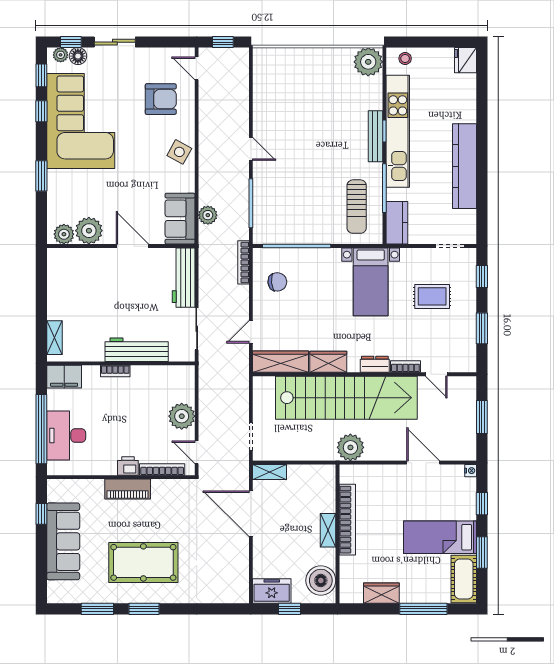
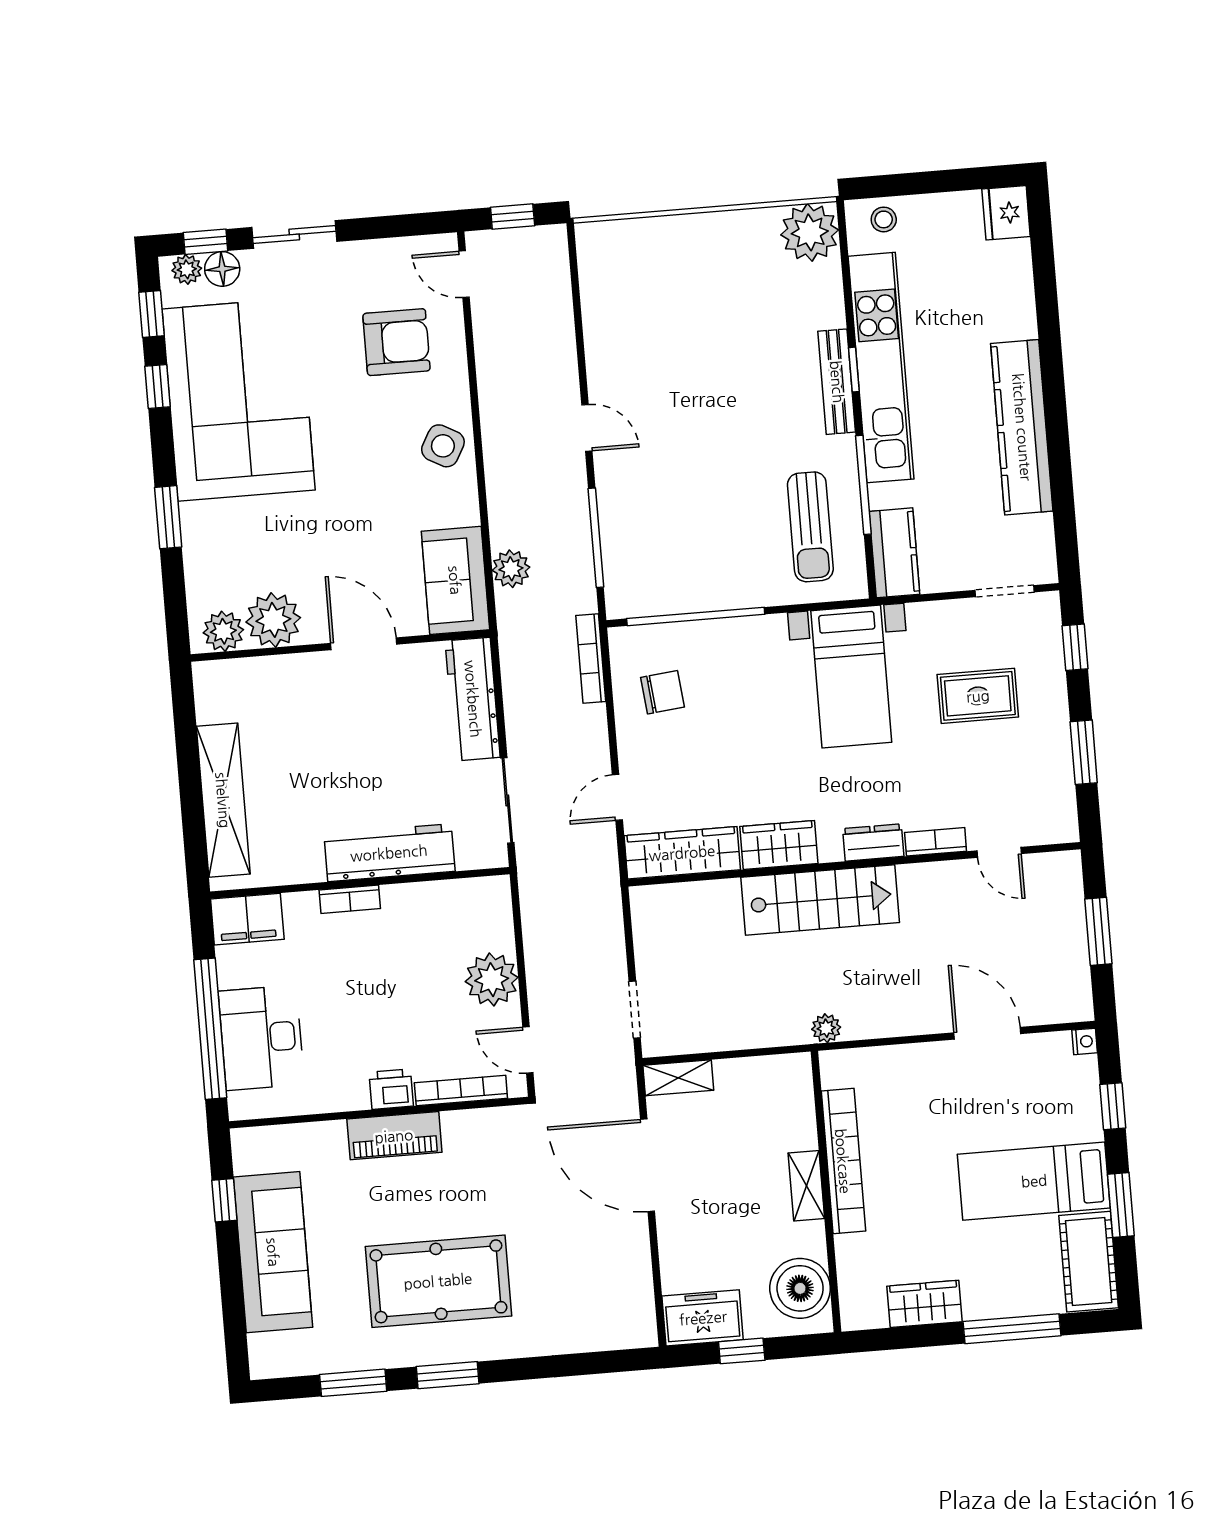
shelving: (54, 338) -> (223, 800), width x2.20, depth x1.33
stairs: (346, 398) -> (820, 900), width x0.54, depth x0.66
plant: (350, 447) -> (826, 1028), width x0.53, depth x0.53

